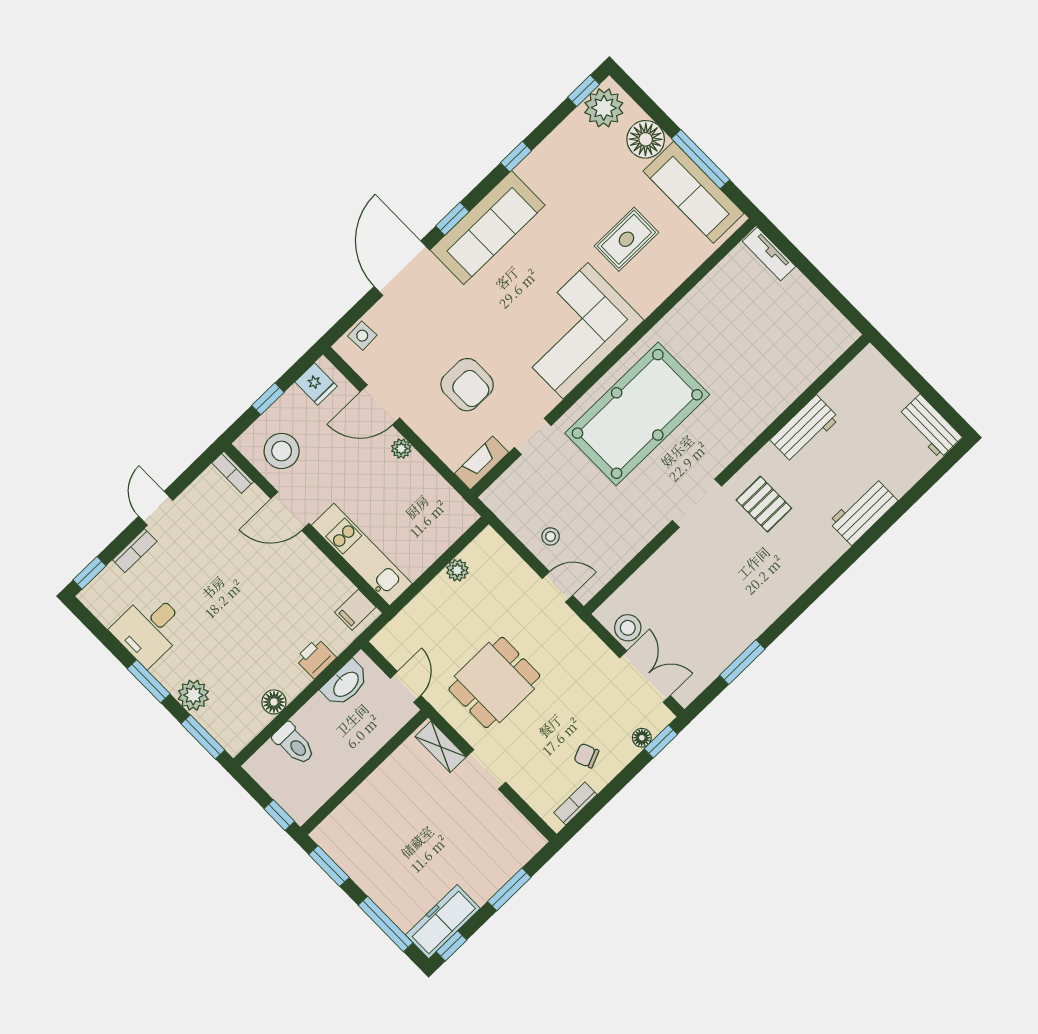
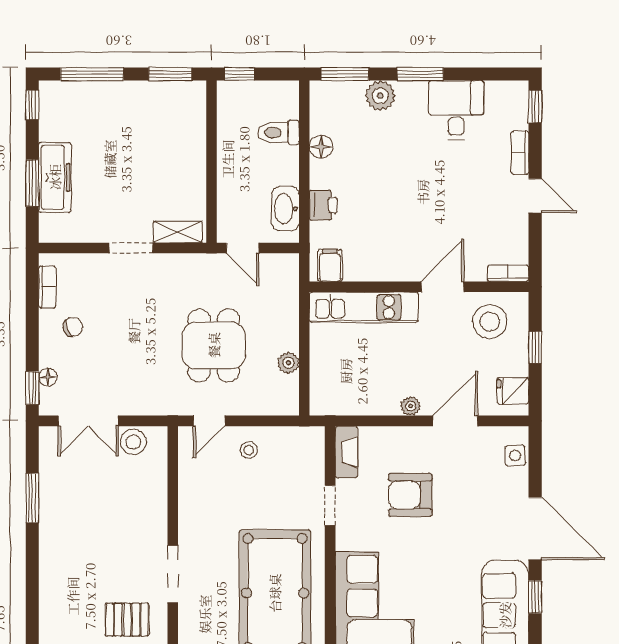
dining table: (494, 682) -> (214, 345), moved
freezer: (443, 922) -> (55, 177), moved

